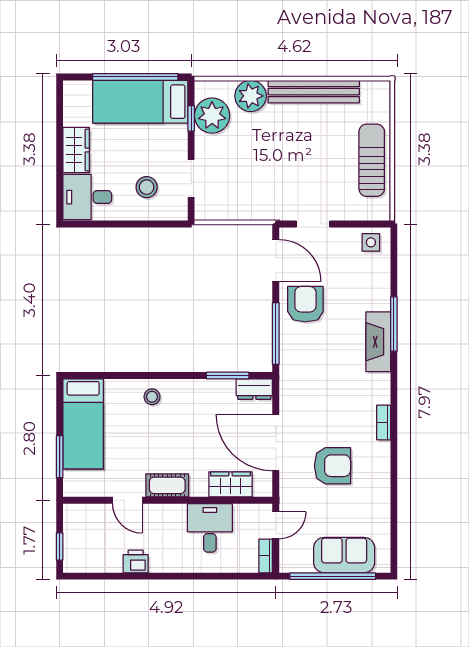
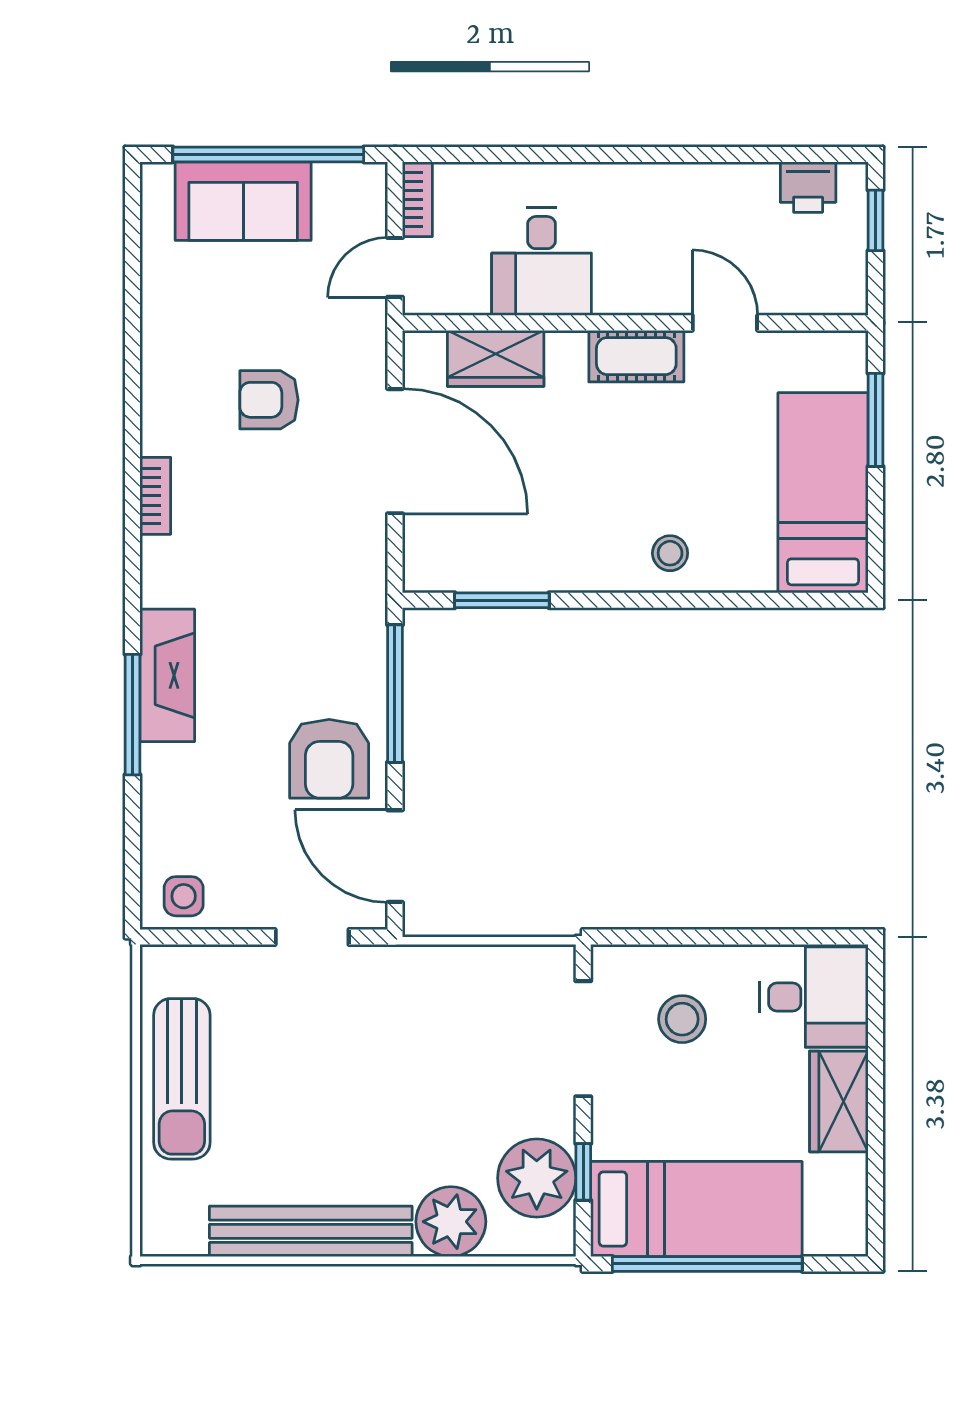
doorway: (191, 178) -> (583, 1039), width x1.38
dresser: (254, 389) -> (443, 570), removed
armchair: (332, 466) -> (269, 400), width x0.72, depth x0.72
printer: (136, 561) -> (808, 187), moved

